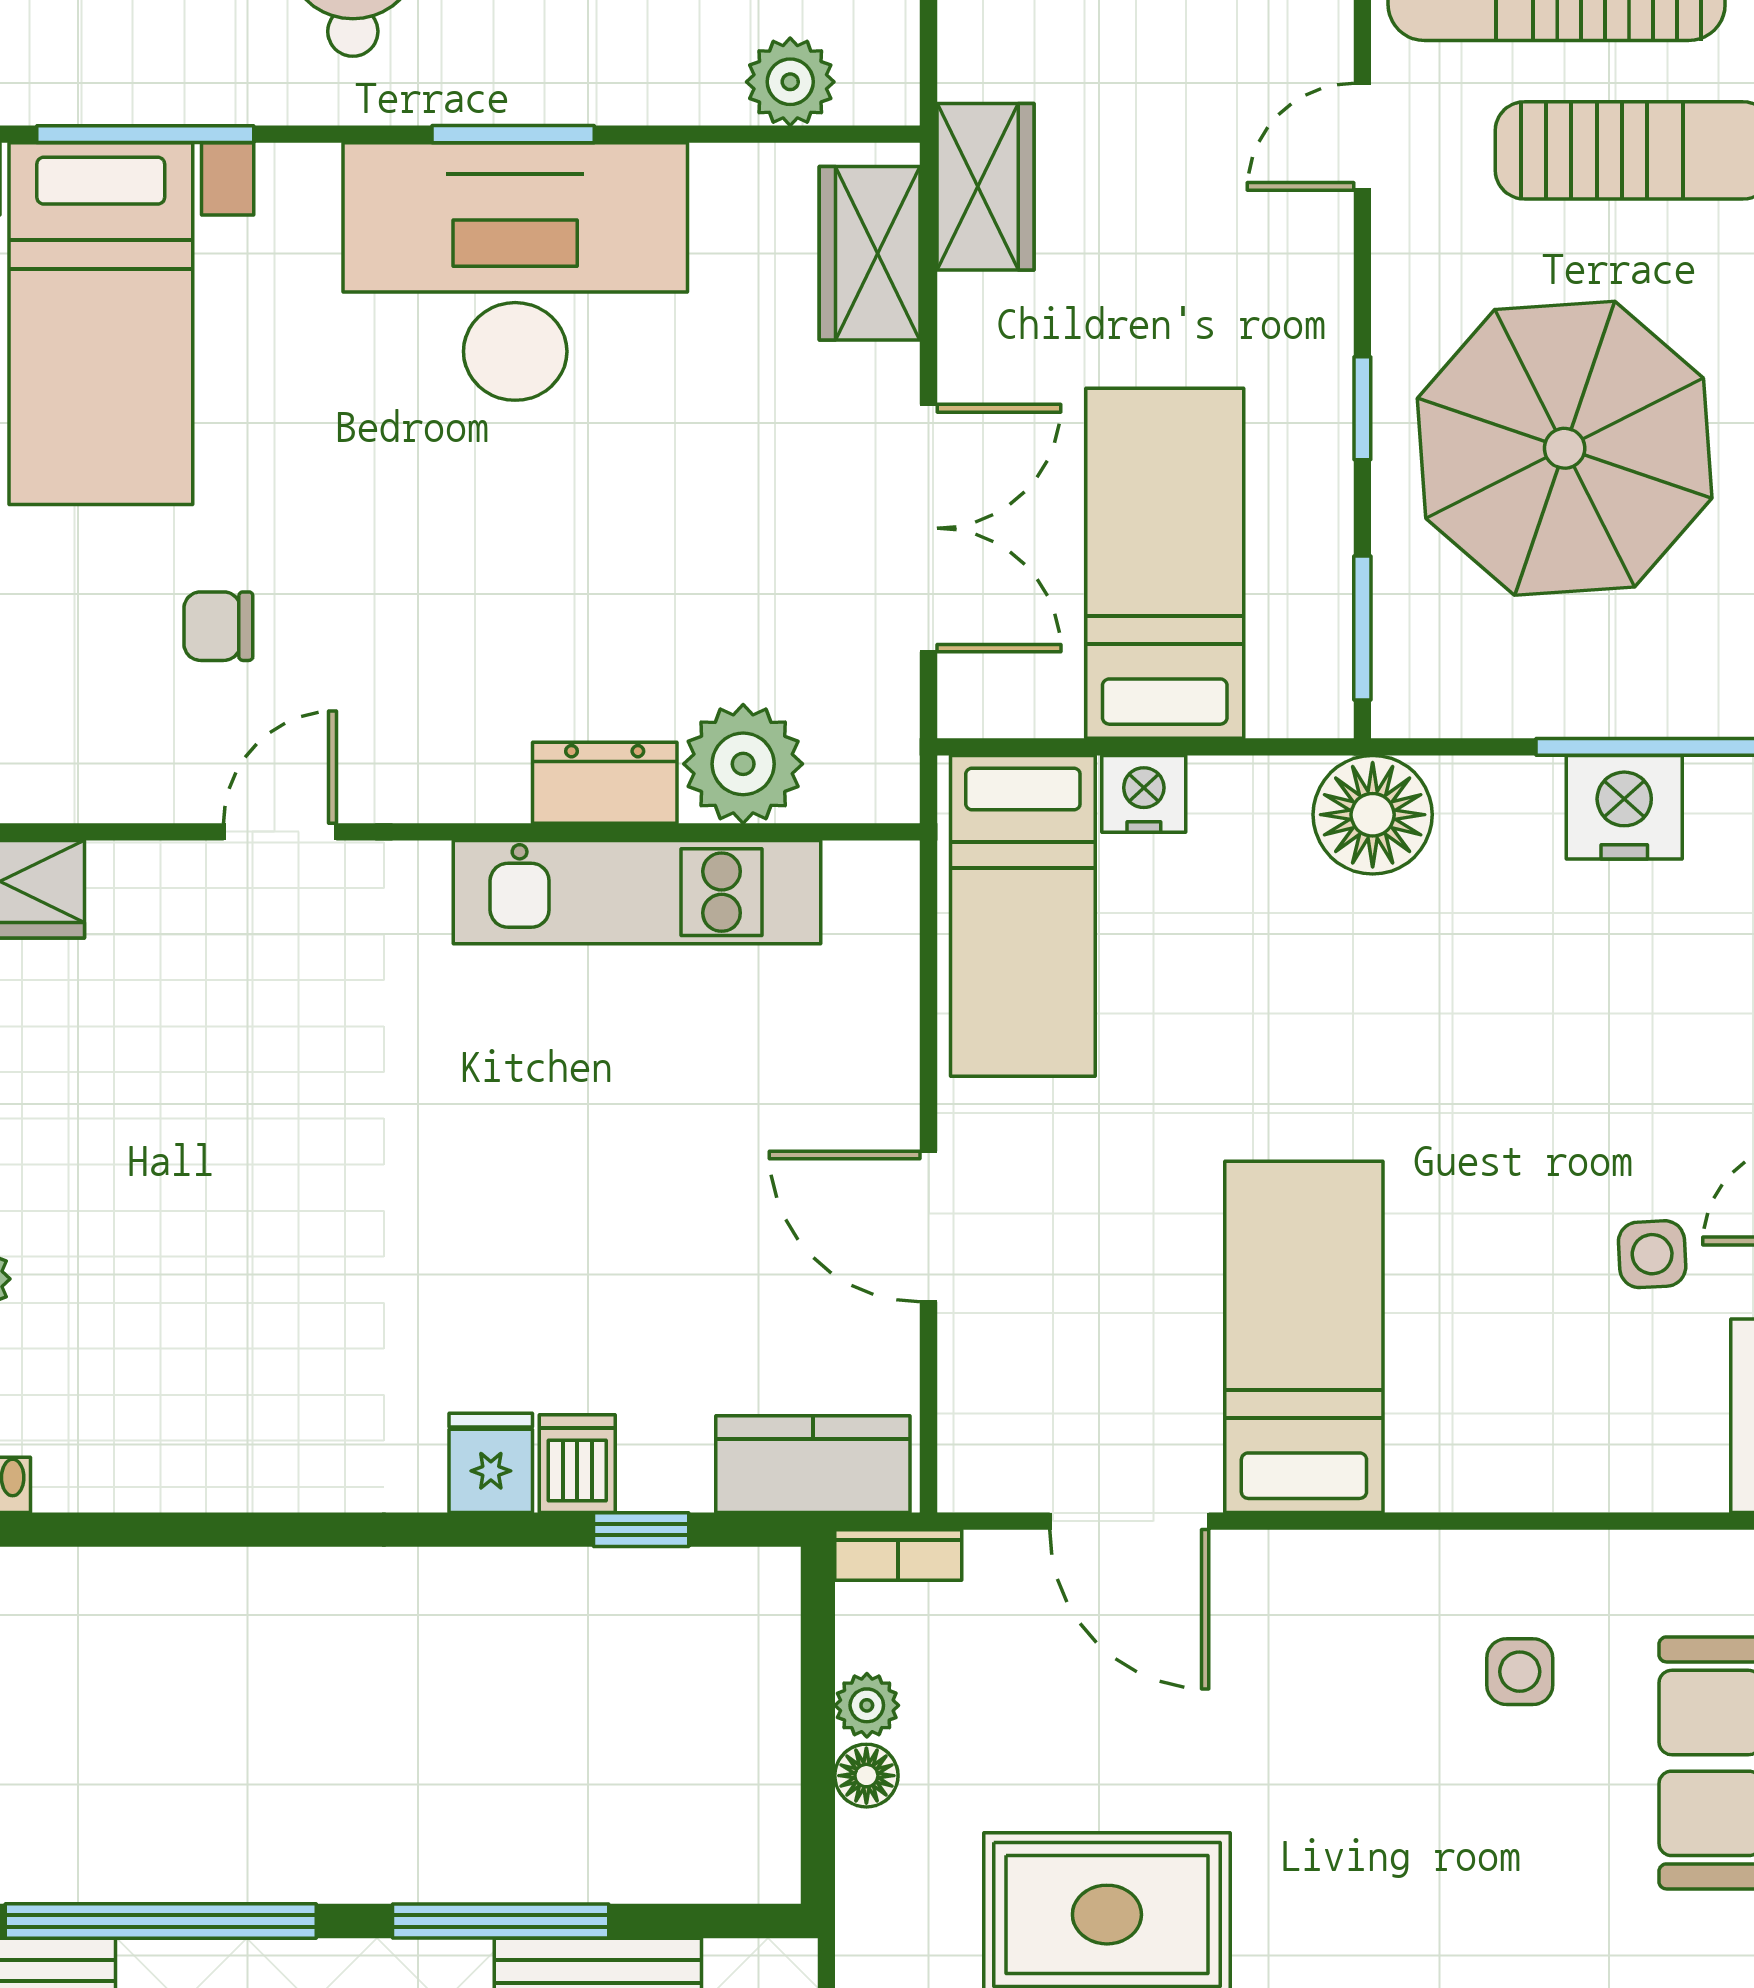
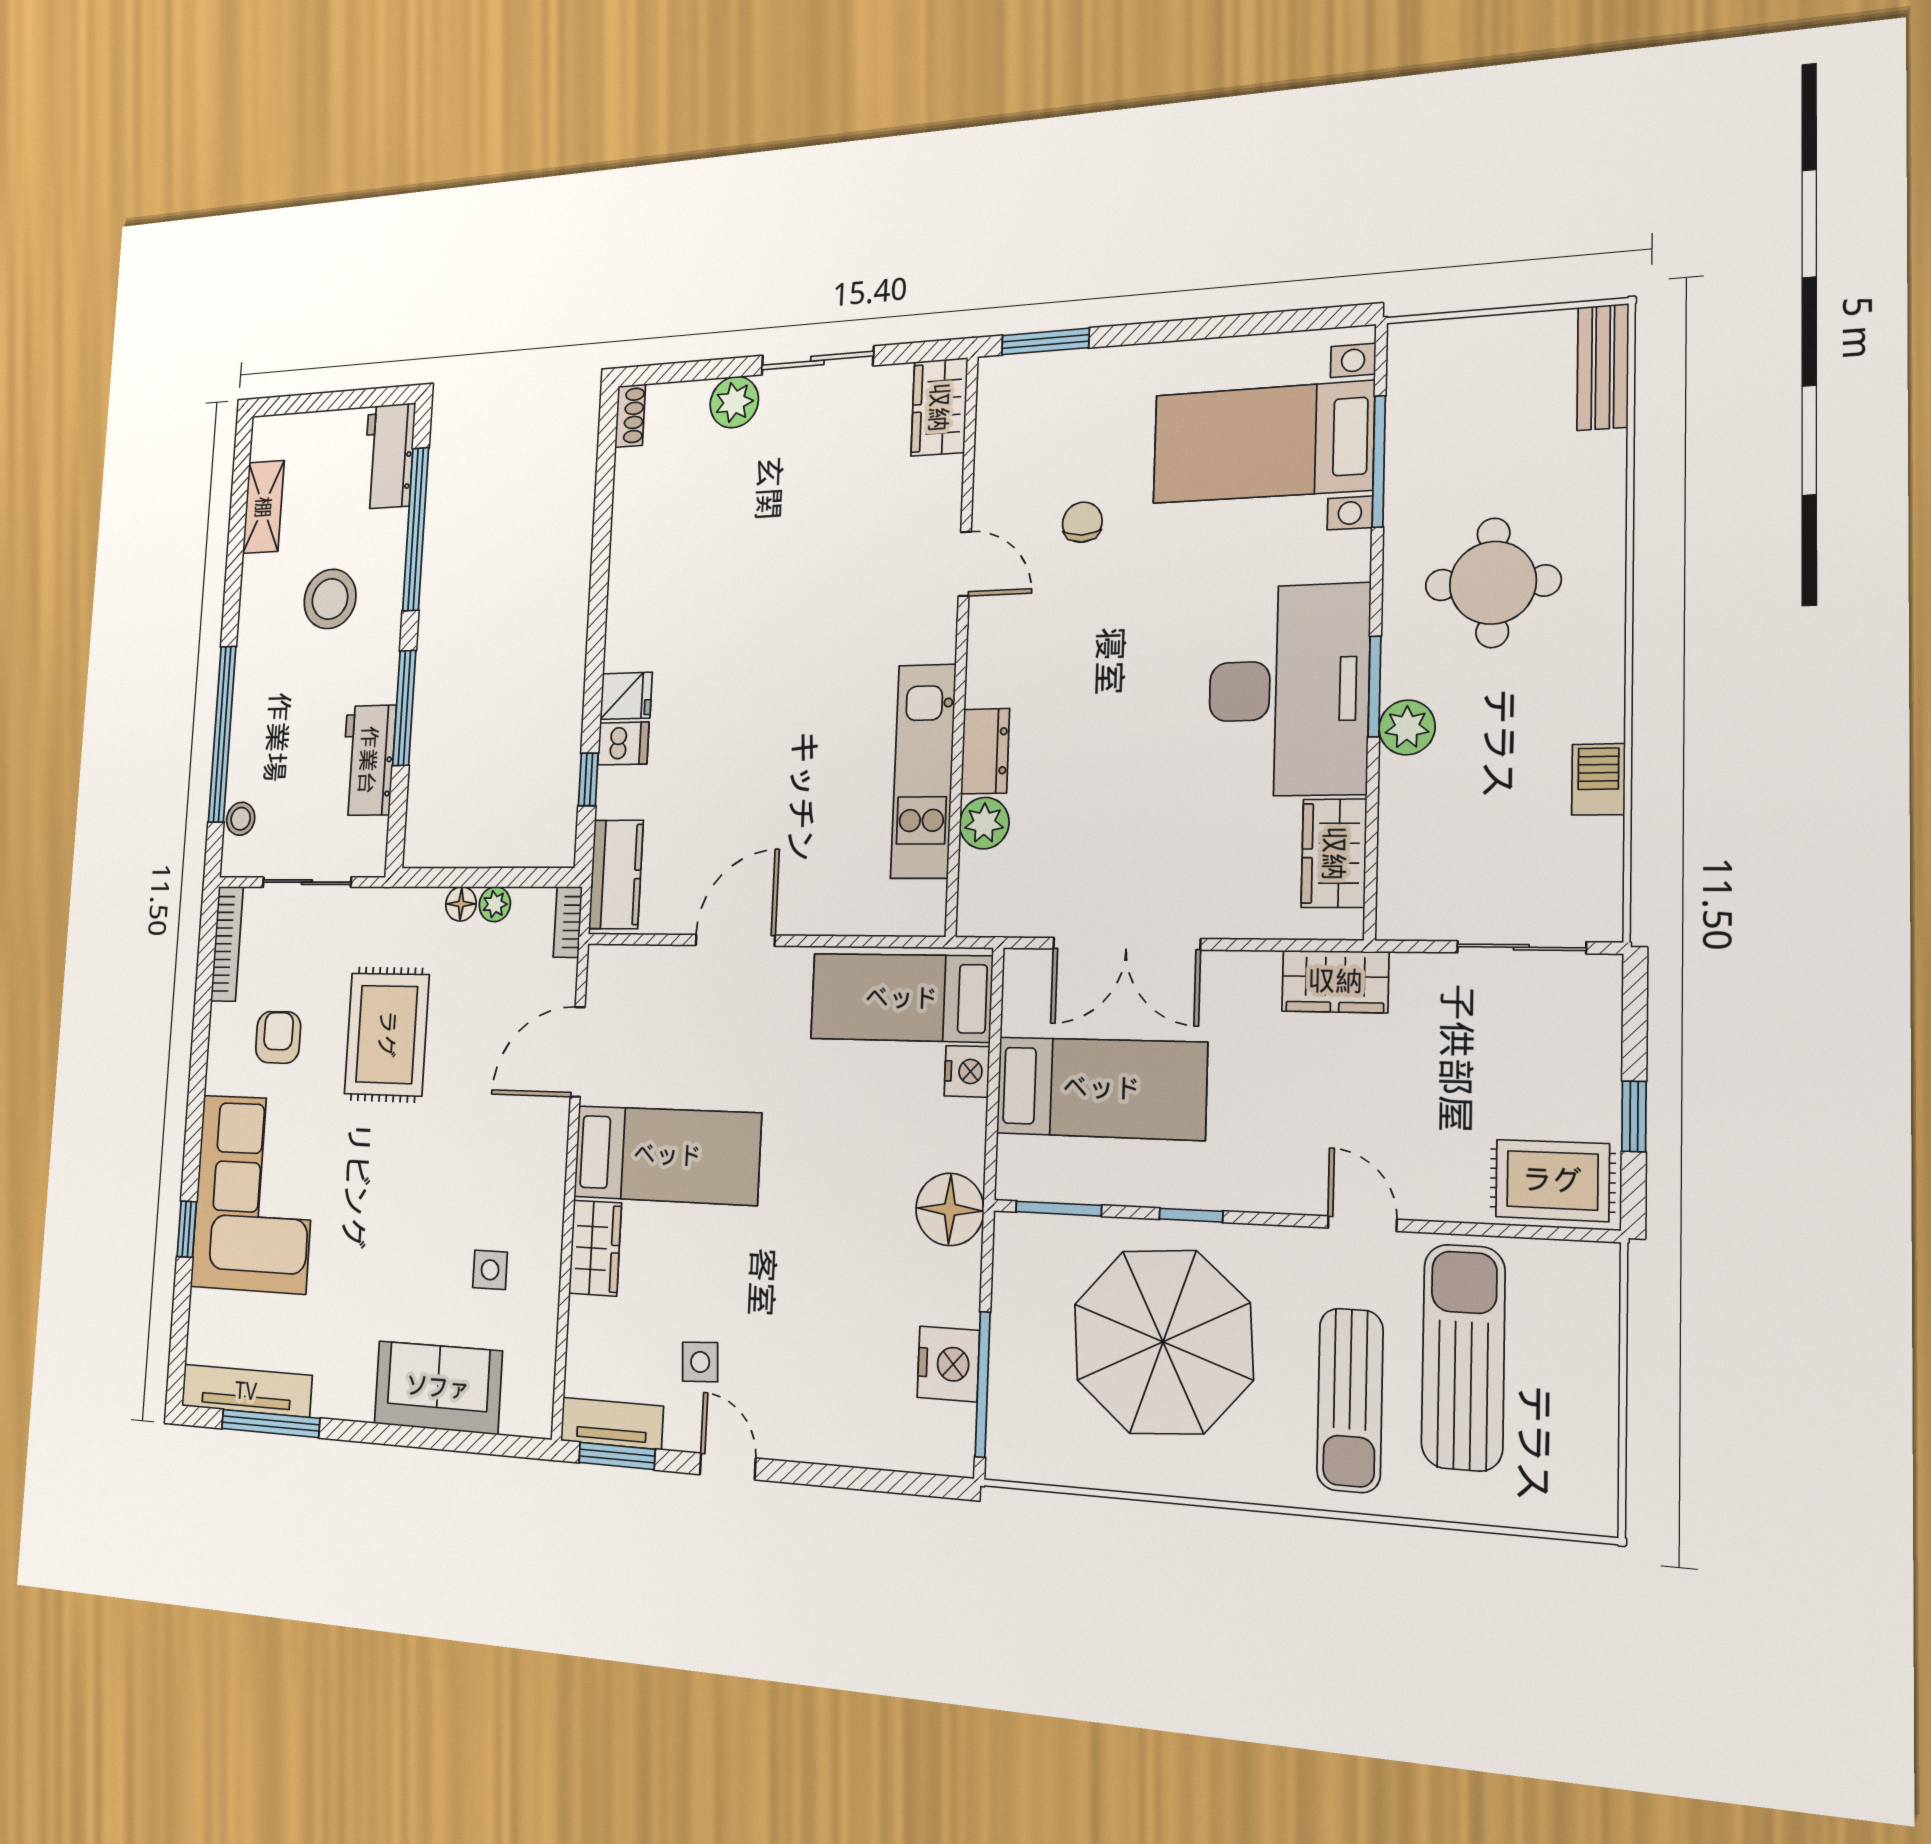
plant: (790, 82) -> (1407, 727), moved
wardrobe: (870, 253) -> (1334, 853), moved, turned -90
plant: (743, 764) -> (984, 823), width x0.73, depth x0.73
wardrobe: (1471, 1466) -> (595, 1248), added

